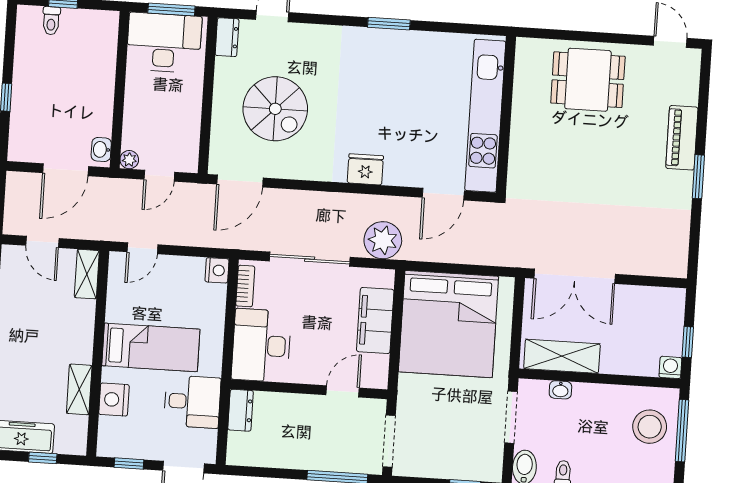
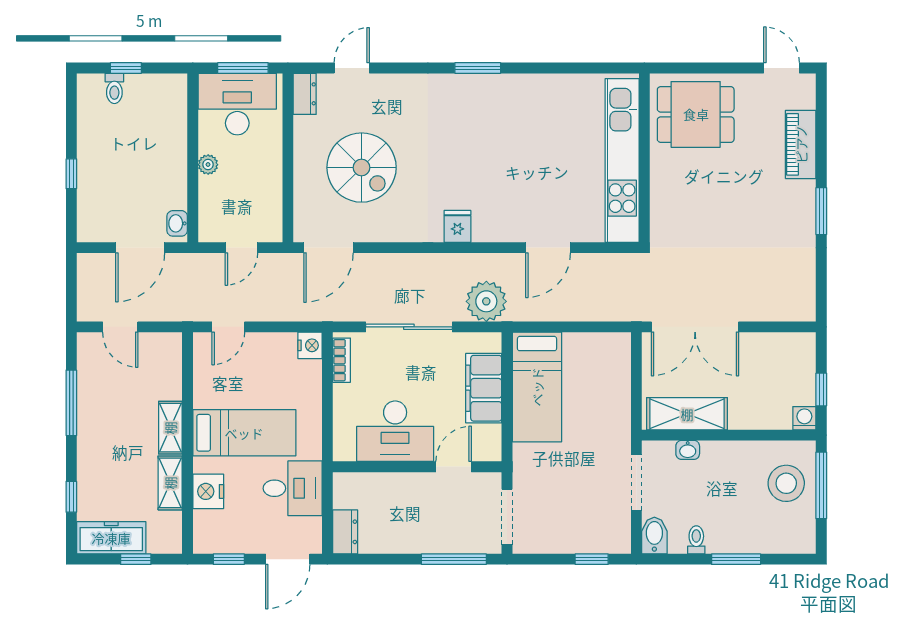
wall: (506, 115) -> (644, 158), moved
kitchen unit: (485, 116) -> (622, 160), moved
piano: (682, 138) -> (801, 144), moved
plant: (129, 160) -> (208, 165), moved
fridge: (365, 169) -> (457, 226), width x0.72
shelving: (87, 274) -> (170, 428), moved
bed: (449, 324) -> (537, 387), width x0.49
desk: (261, 345) -> (395, 431), moved, turned -90
dresser: (241, 410) -> (345, 532), moved

